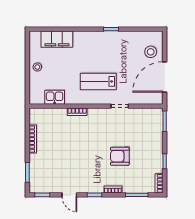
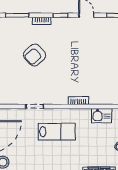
armchair: (120, 156) -> (35, 55), turned 138

